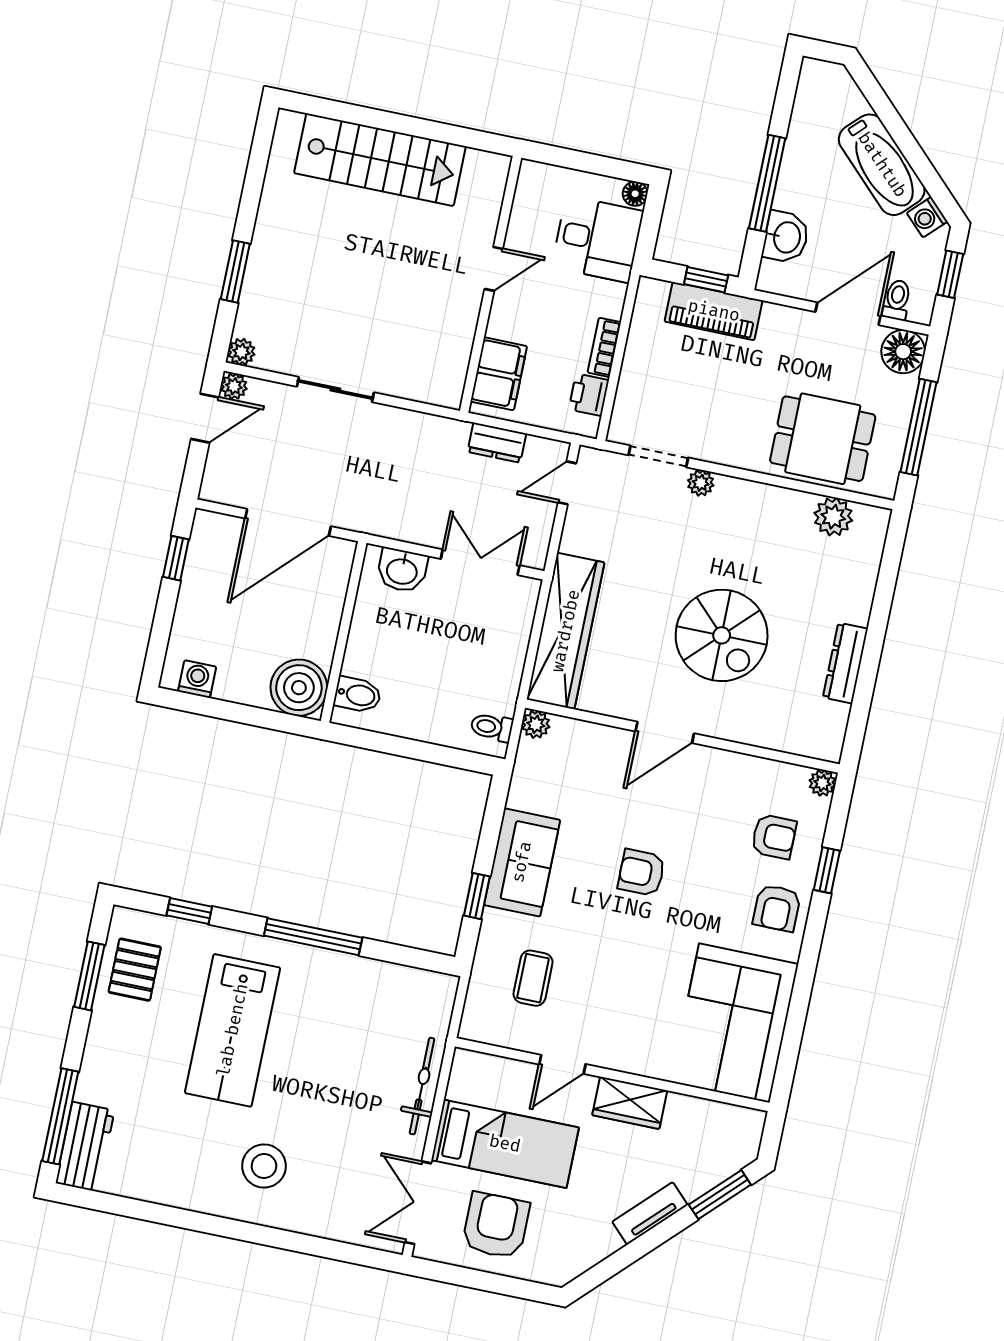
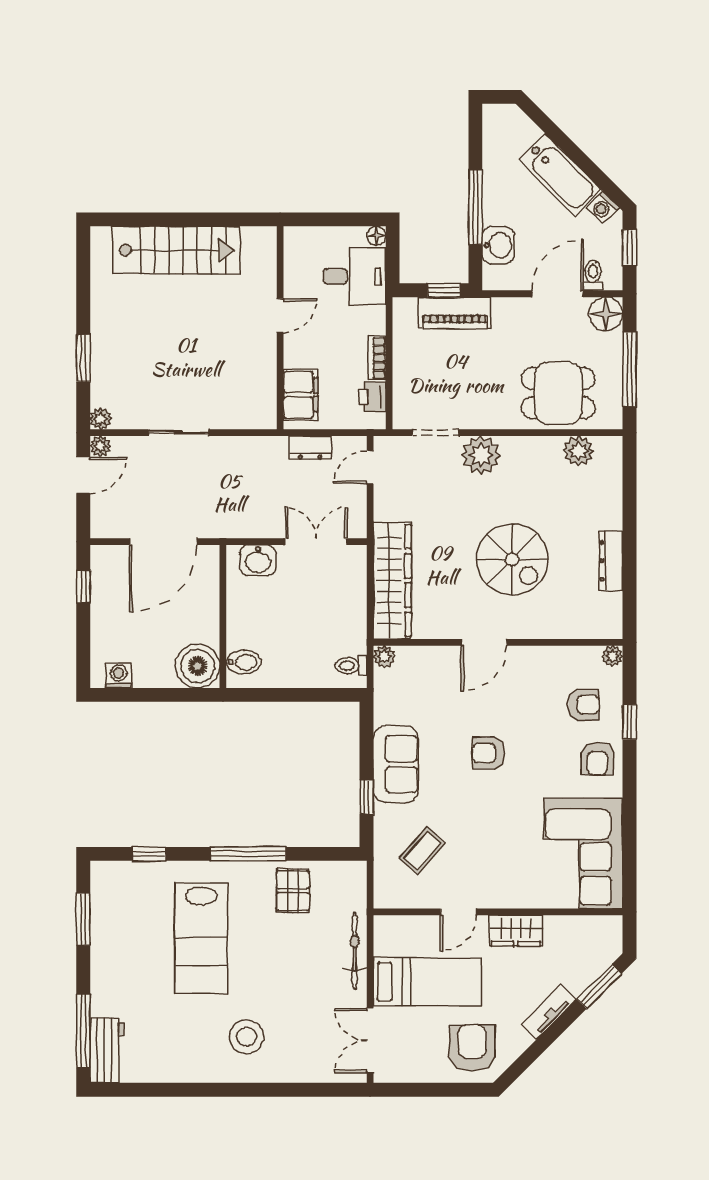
plant: (701, 483) -> (481, 455), width x1.88, depth x1.88
pallet: (135, 970) -> (293, 891), moved
coffee table: (533, 978) -> (422, 851), turned 42
armchair: (496, 1225) -> (472, 1048), moved

